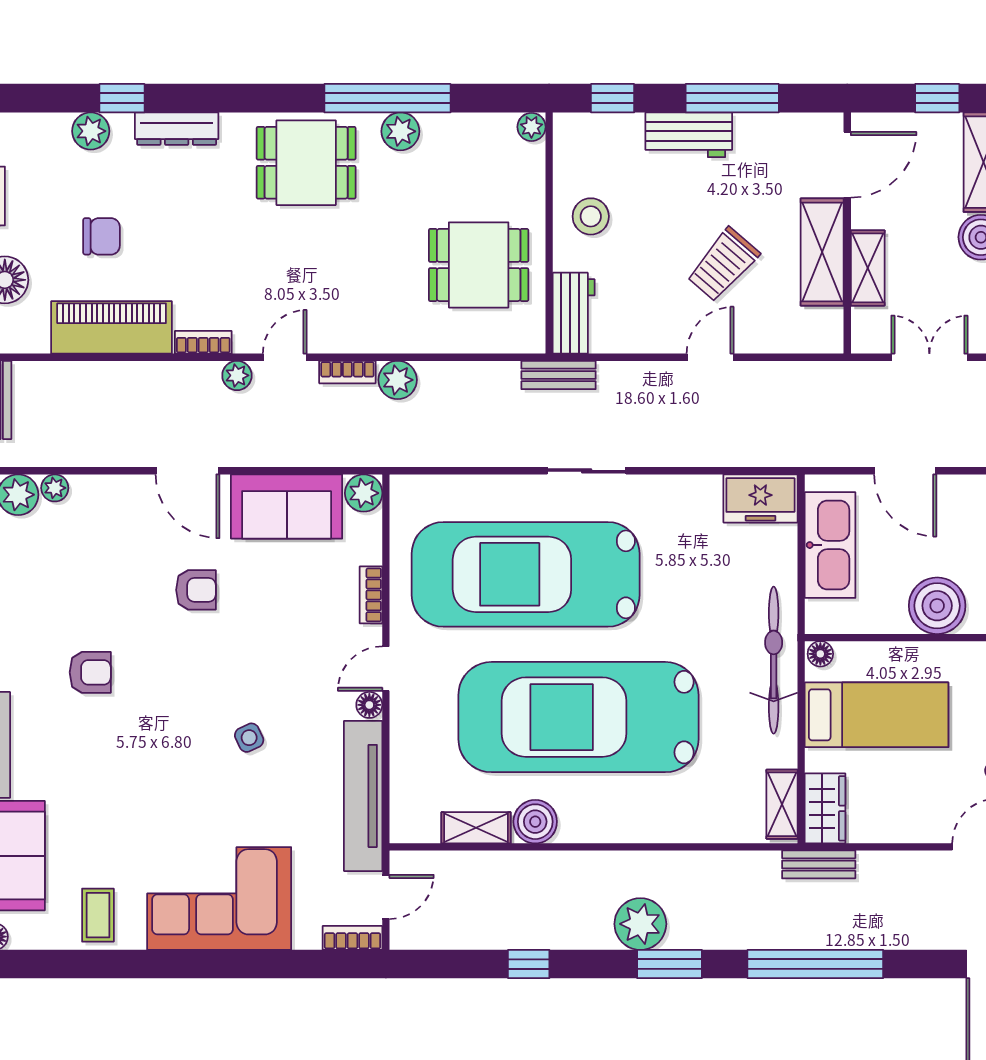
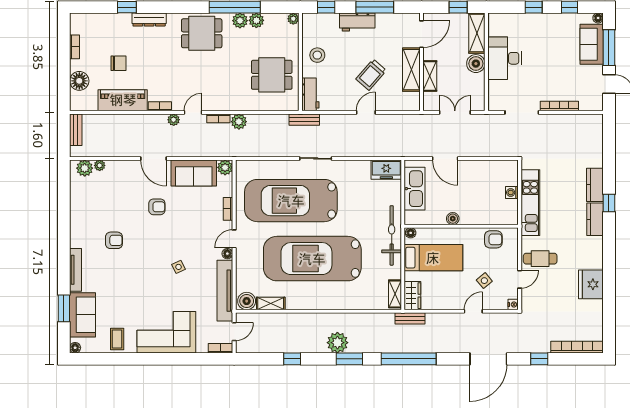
plant: (91, 131) -> (256, 20), moved
boiler: (937, 606) -> (453, 219), width x0.54, depth x0.54
boiler: (535, 822) -> (247, 301), moved

